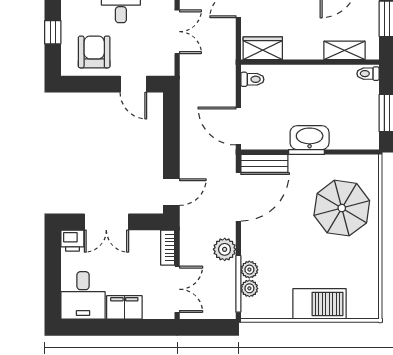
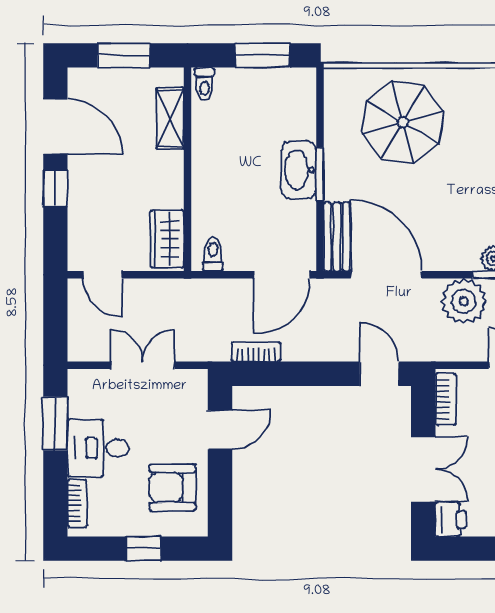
bookcase: (186, 108) -> (256, 352), added
bookcase: (168, 248) -> (446, 399), moved, turned -90
plant: (225, 249) -> (464, 301), width x1.36, depth x1.36

